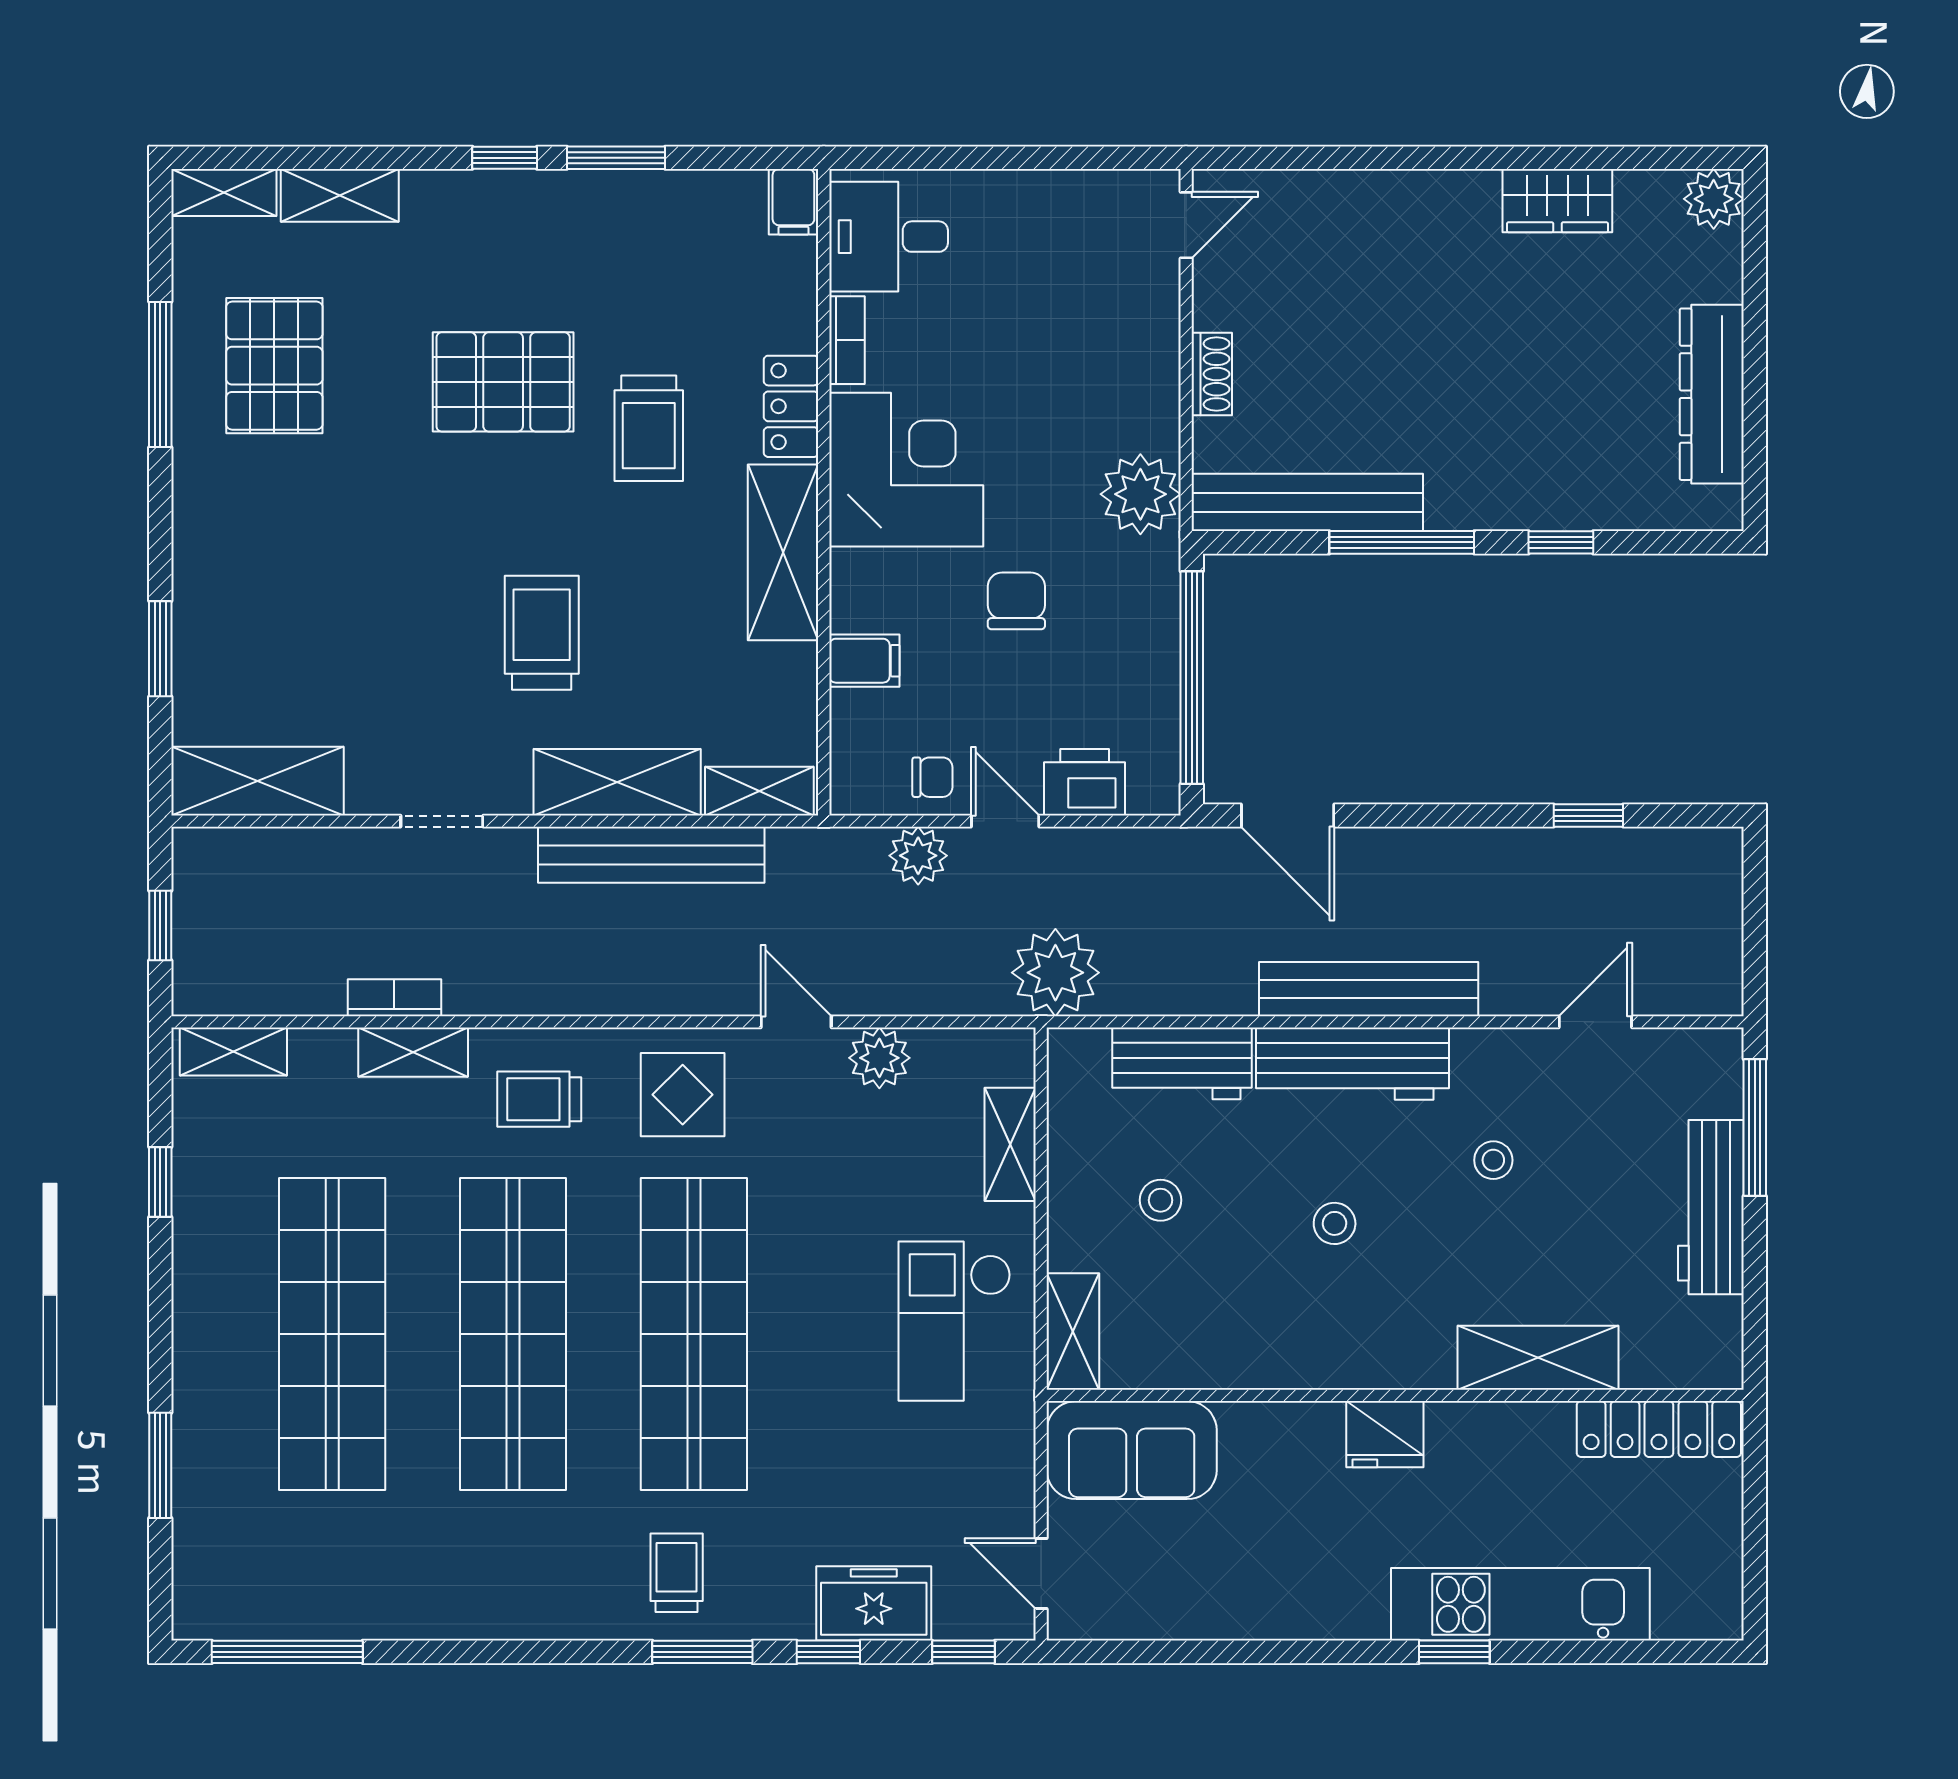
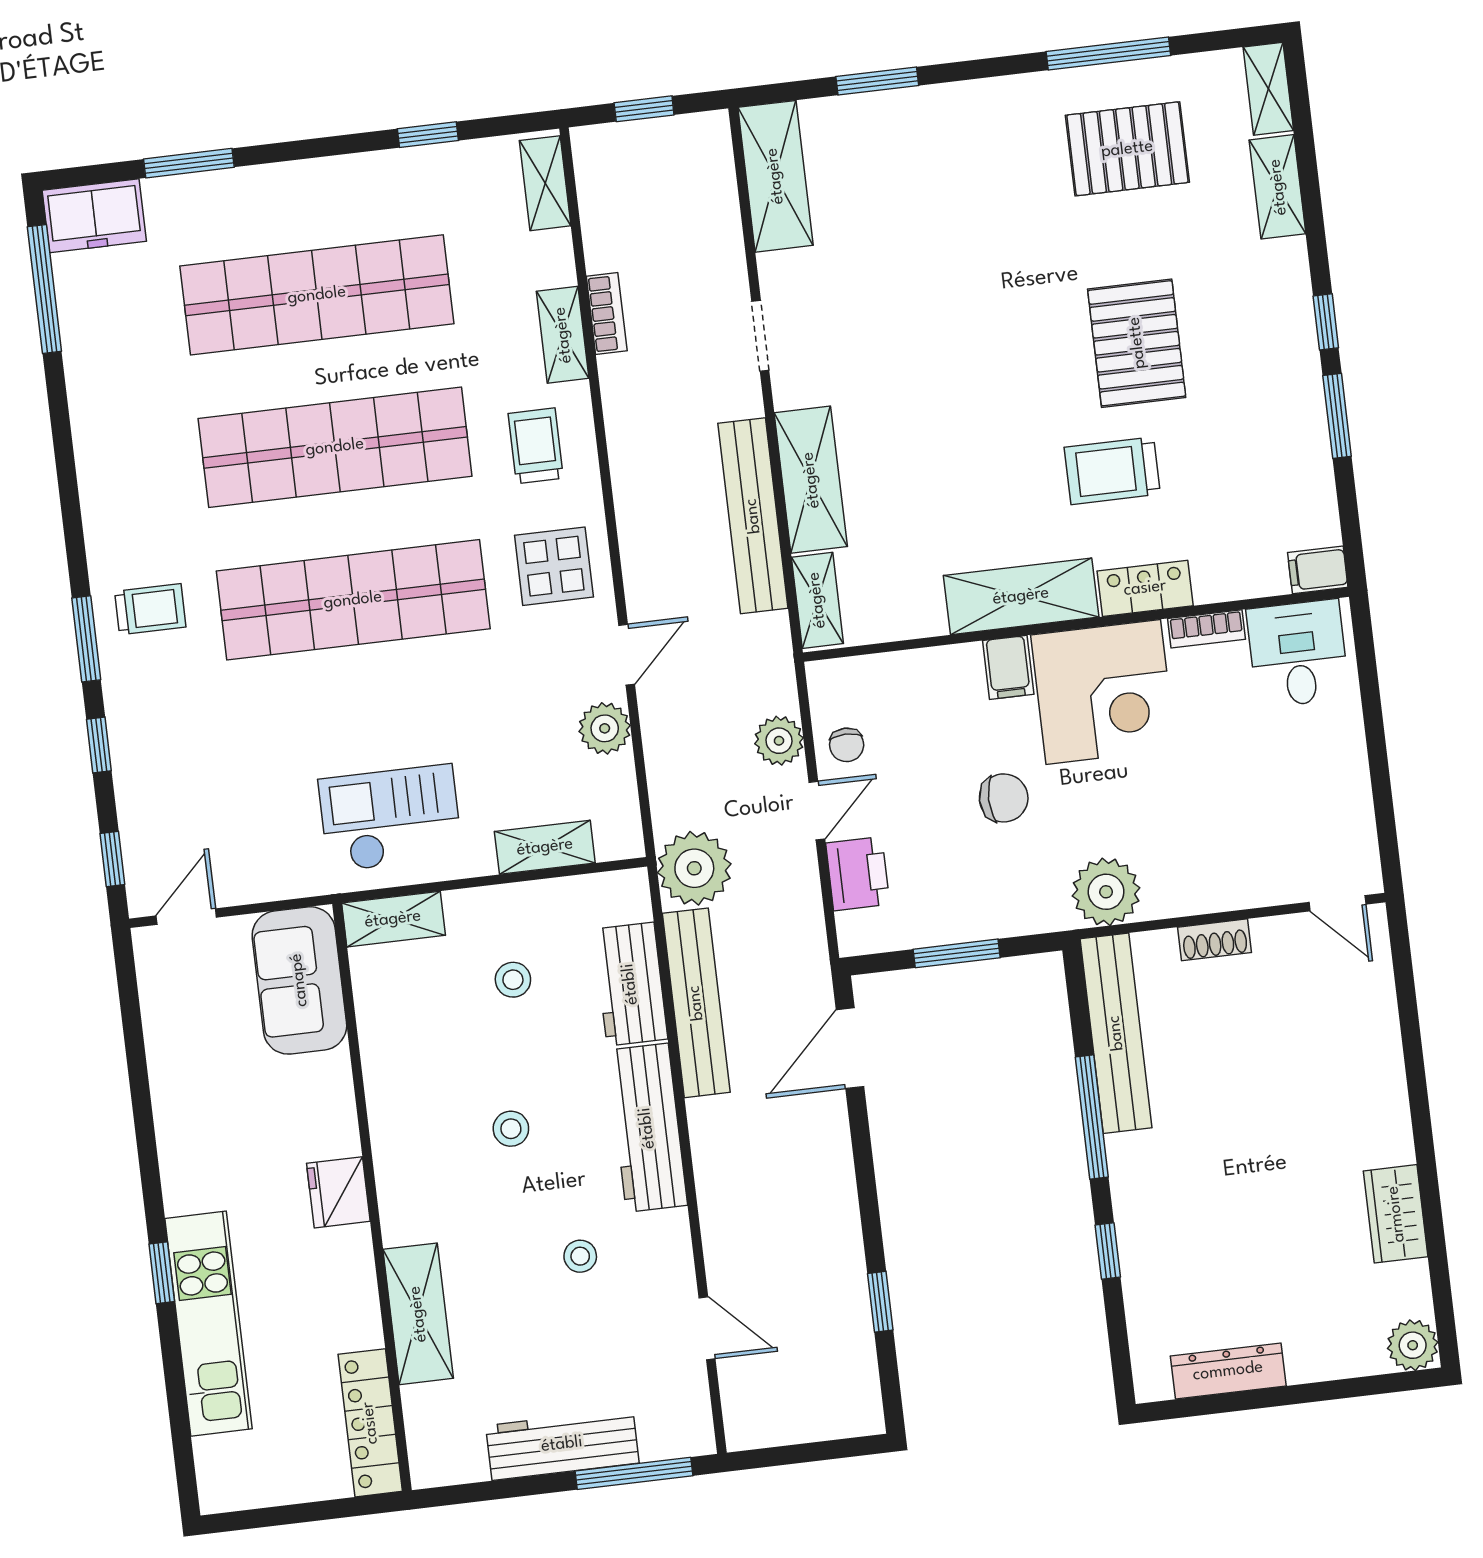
dresser: (1712, 394) -> (1228, 1371), width x0.73, depth x0.80
trolley: (542, 633) -> (929, 401), removed
filing cabinet: (864, 661) -> (1008, 667), moved
window: (1192, 678) -> (957, 953), width x0.47
bench: (1369, 989) -> (696, 1003), moved
freezer: (874, 1603) -> (94, 216), moved, turned 90

